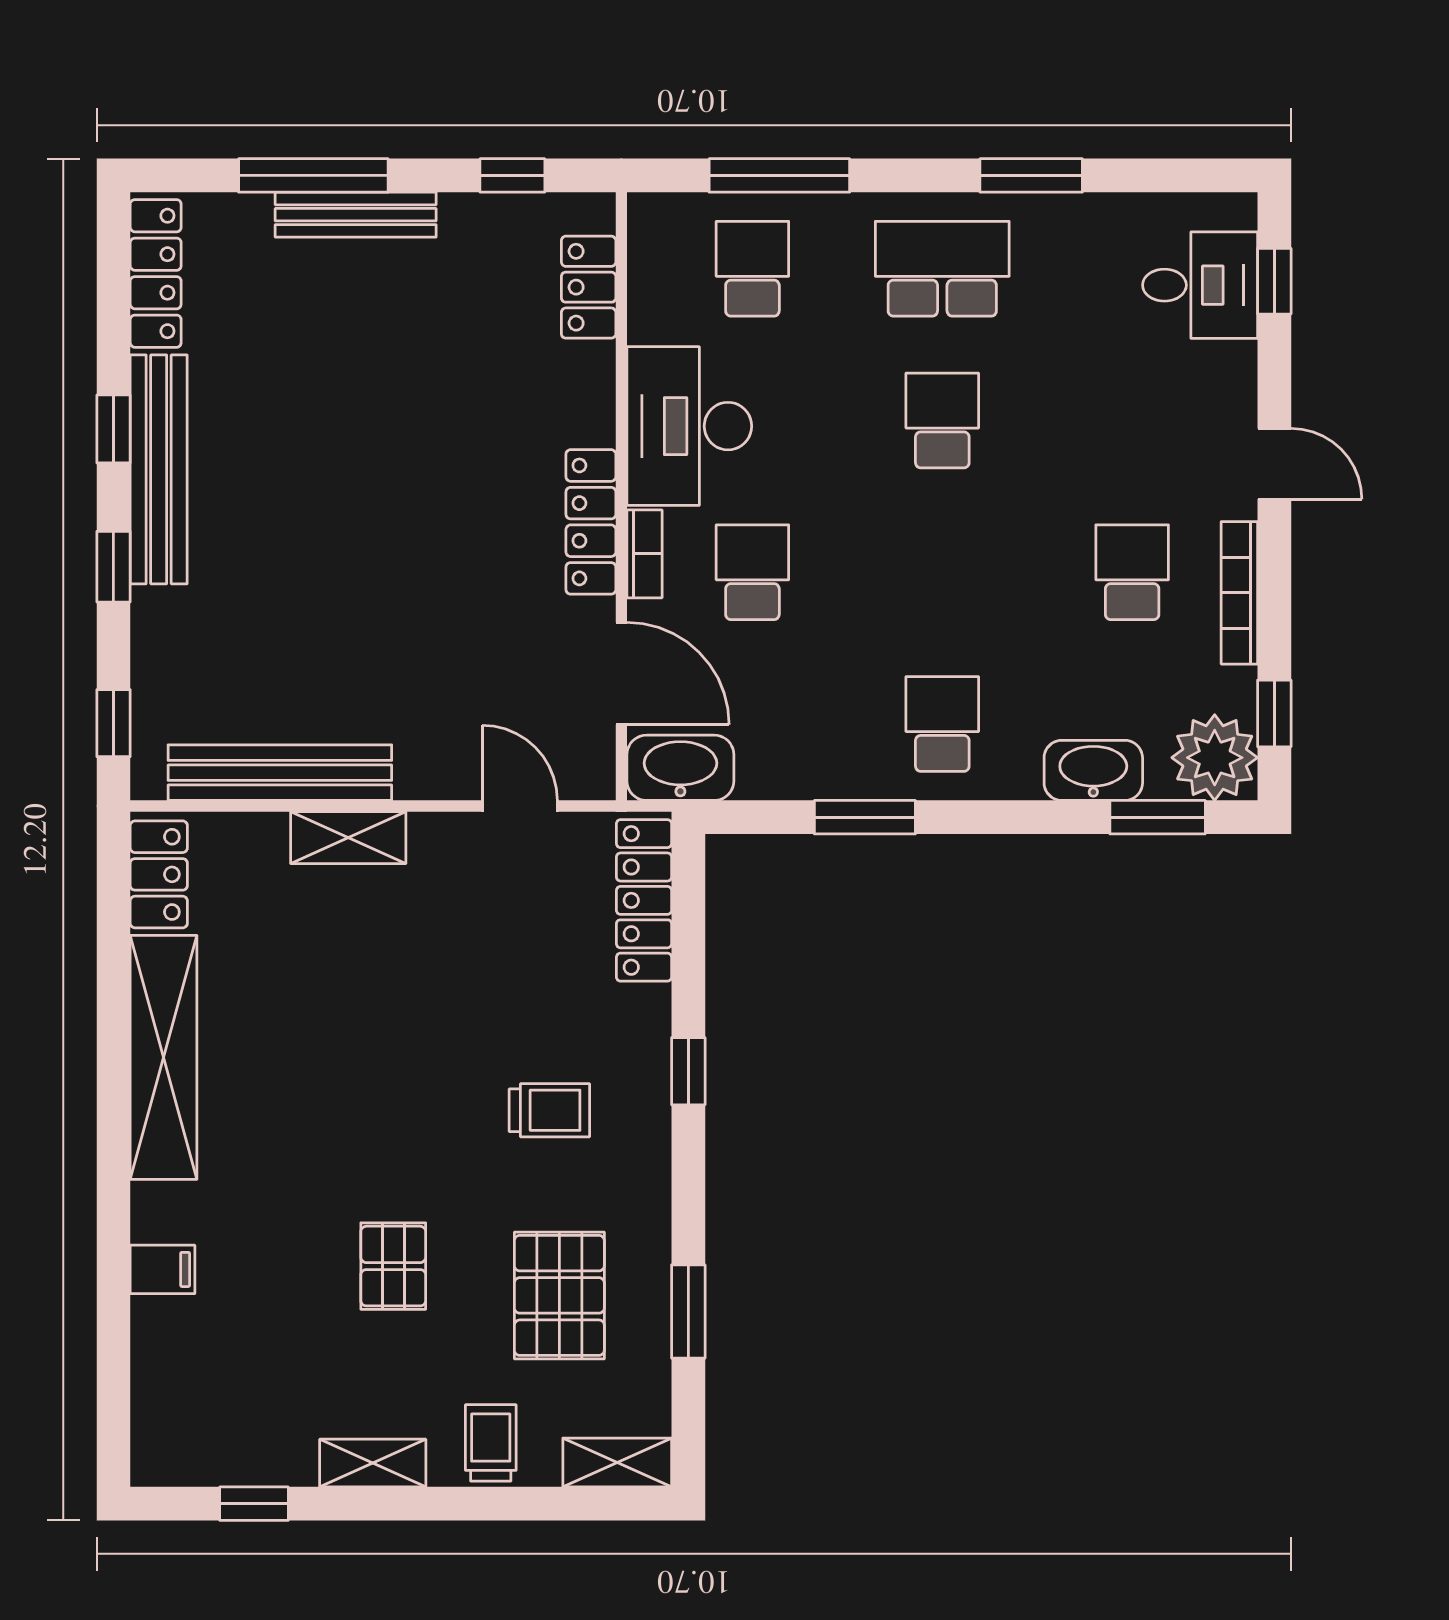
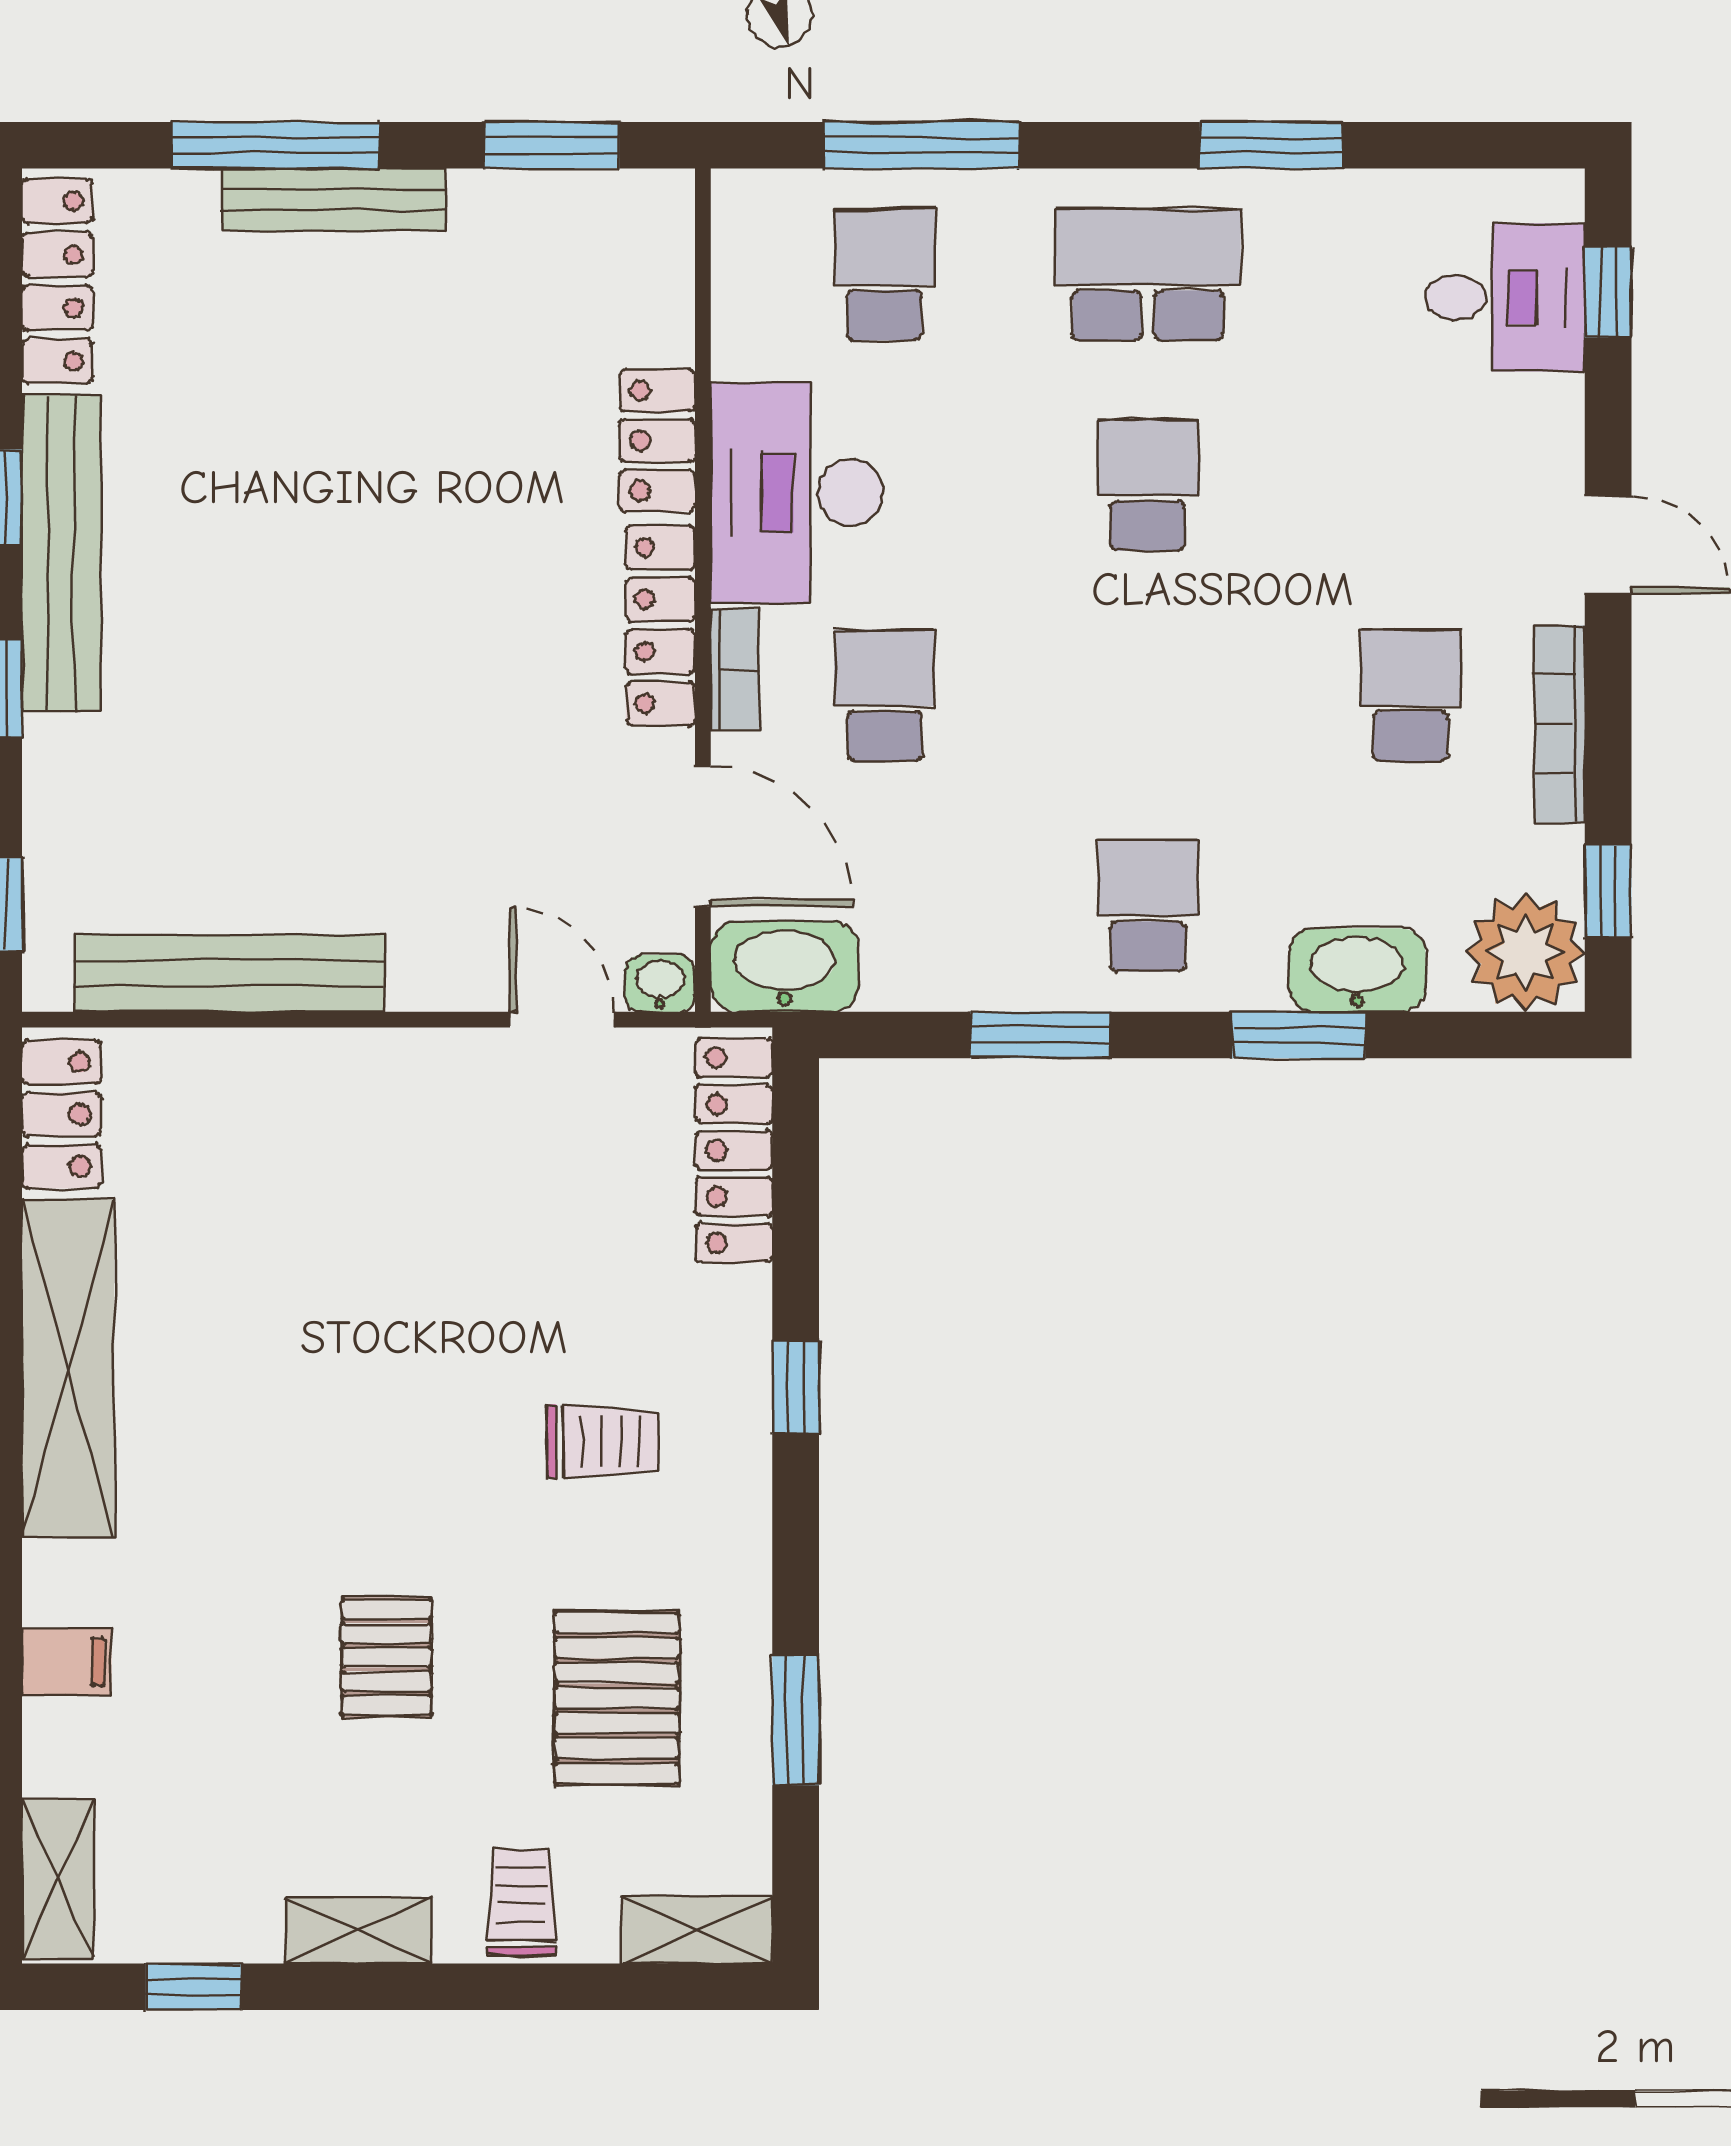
window: (512, 175) -> (552, 145), width x1.50
locker: (589, 287) -> (657, 440), moved
washbasin: (590, 780) -> (660, 983), added
window: (1158, 817) -> (1299, 1035), moved
shelving: (348, 838) -> (58, 1879), moved, turned 90

